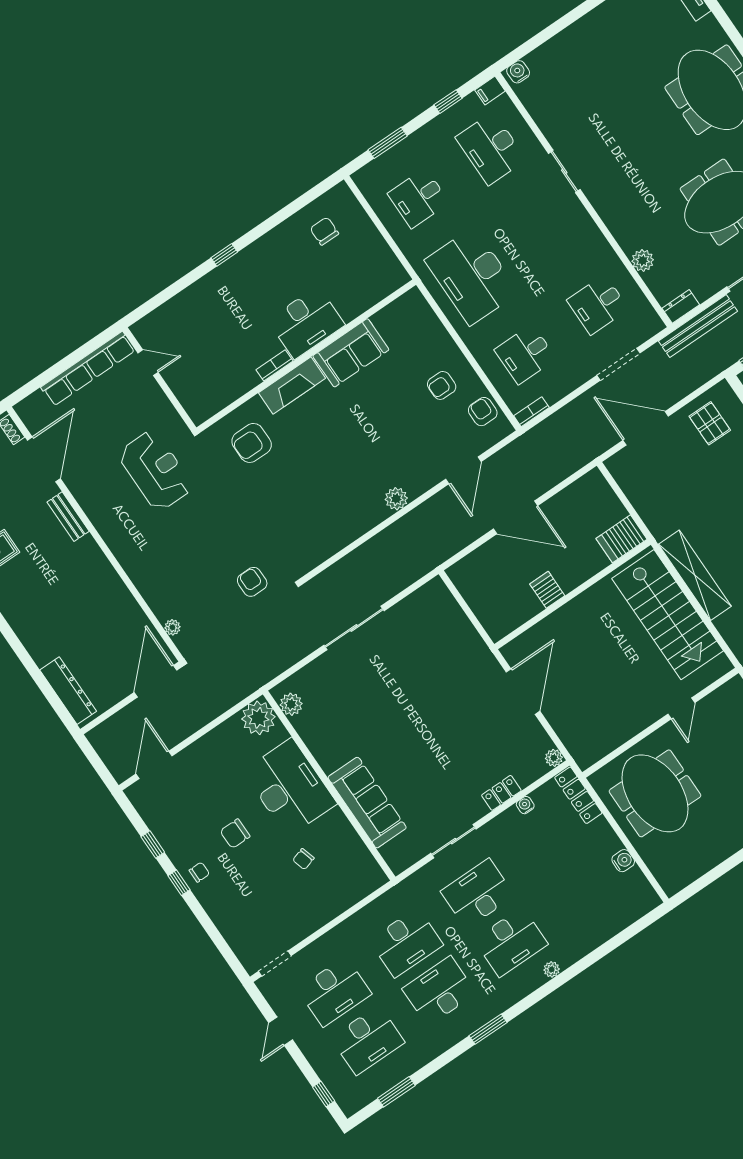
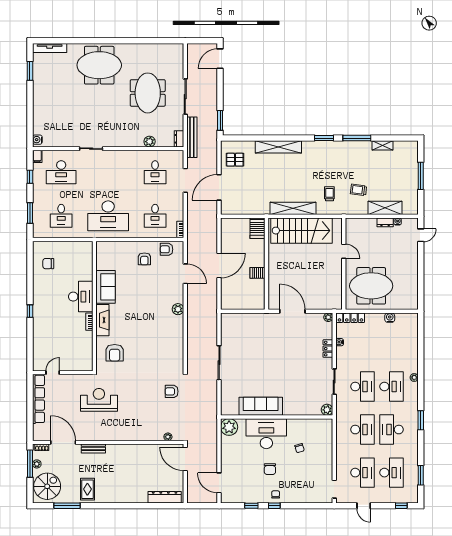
plant: (291, 704) -> (327, 410), moved
sofa: (367, 803) -> (261, 406), moved
desk: (478, 894) -> (362, 386), turned 180

